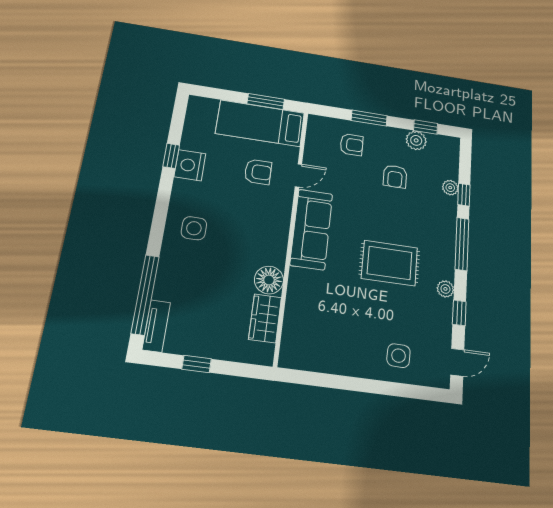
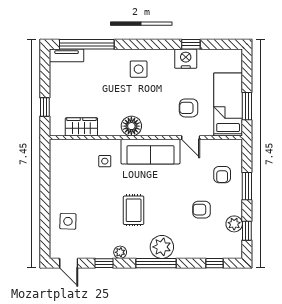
armchair: (258, 172) -> (189, 108), turned 90
plant: (450, 188) -> (162, 247), moved, width x1.88, depth x1.88
window: (464, 195) -> (215, 263), moved
rug: (390, 263) -> (134, 210), width x0.73, depth x0.70
floor lamp: (269, 280) -> (131, 126), moved
side table: (318, 292) -> (105, 161), added
window: (197, 364) -> (45, 107), moved

